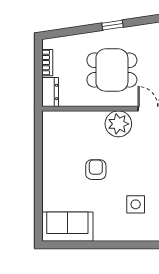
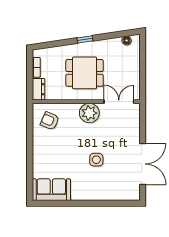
armchair: (96, 170) -> (50, 121), moved, turned -67
side table: (136, 204) -> (96, 160), moved

